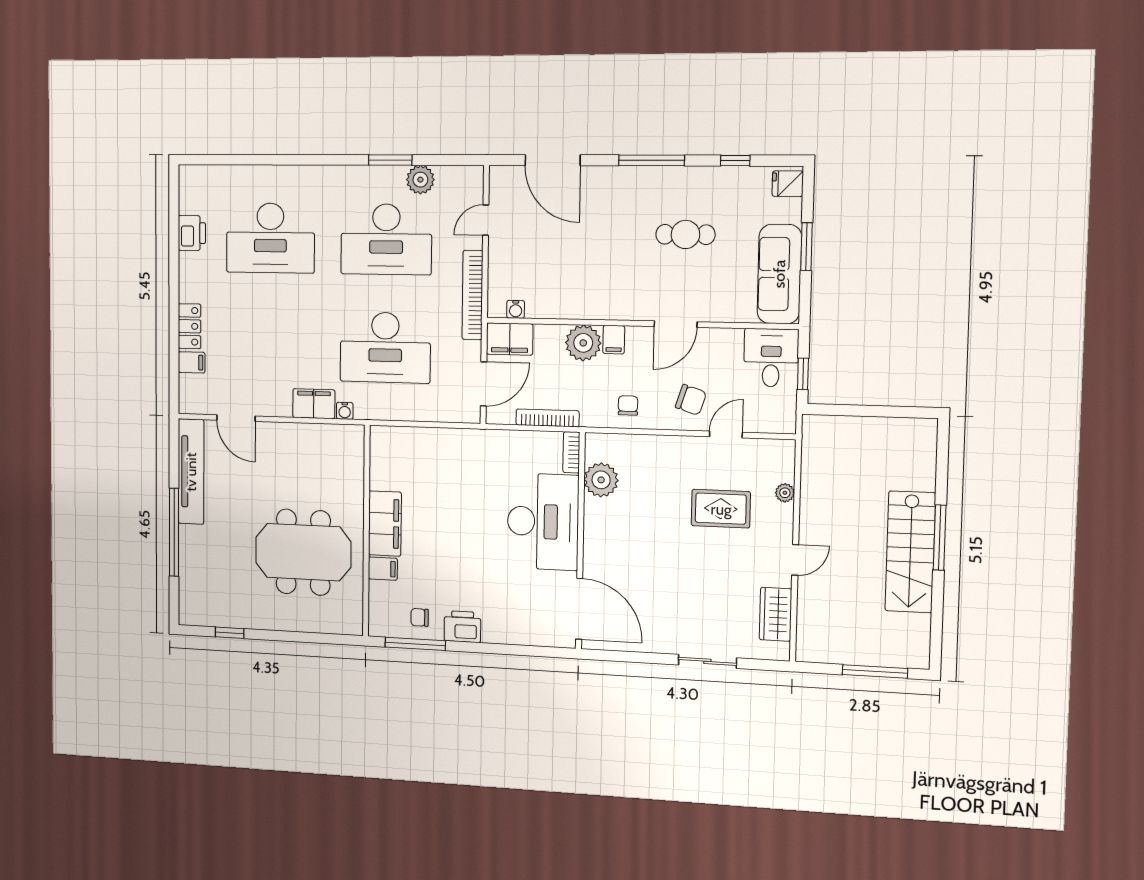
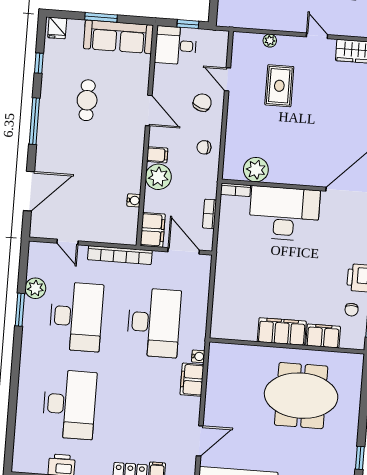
water cooler: (516, 309) -> (134, 200), moved
bookcase: (547, 418) -> (210, 214), width x0.64
meeting table: (303, 552) -> (301, 396), turned 90
filing cabinet: (383, 569) -> (323, 336), width x2.00

